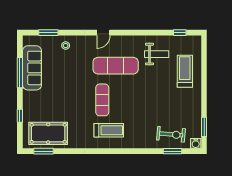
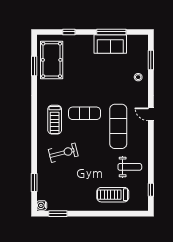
weight bench: (157, 54) -> (130, 167), turned -90
sofa: (32, 68) -> (110, 44), width x0.73
treadmill: (185, 71) -> (113, 195), turned 180
exercise bike: (171, 134) -> (63, 153), moved, turned -109
window: (43, 151) -> (34, 66), moved

